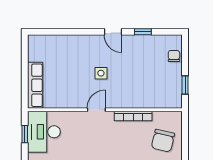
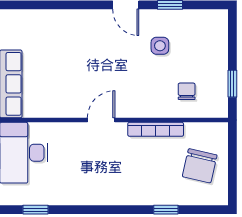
chair: (174, 56) -> (187, 91), moved
side table: (101, 73) -> (160, 46), moved

